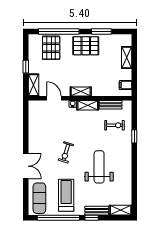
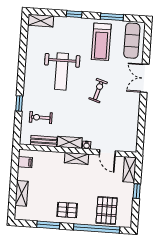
pallet: (86, 46) -> (67, 210), width x0.67, depth x0.71
bench: (97, 211) -> (68, 22), removed
window: (58, 218) -> (112, 17), width x0.47

